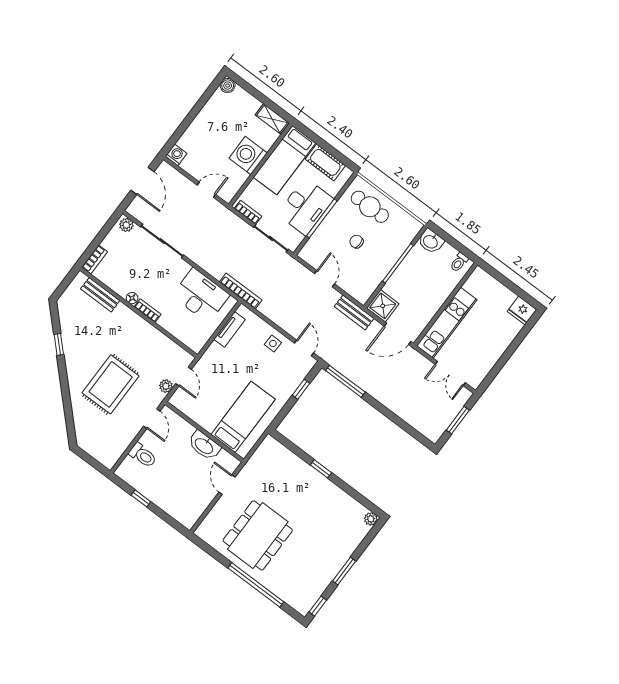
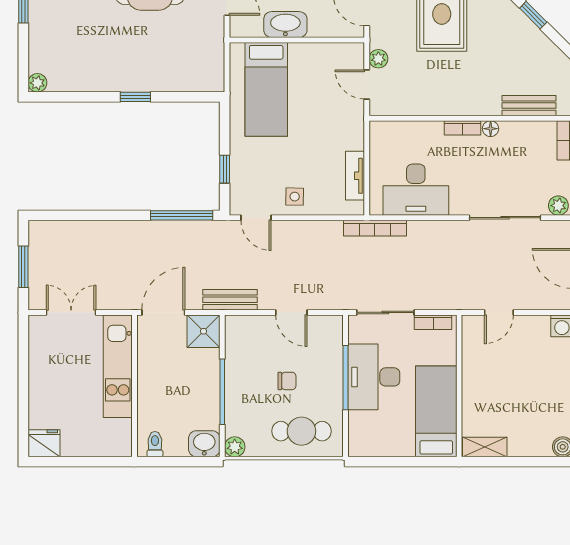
washing machine: (248, 156) -> (481, 386), removed
cot: (325, 162) -> (389, 443), removed
plant: (415, 226) -> (235, 447), added

